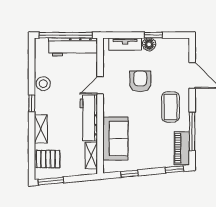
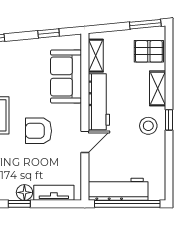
armchair: (140, 81) -> (38, 131), moved, turned 90
stool: (43, 84) -> (148, 126), moved

